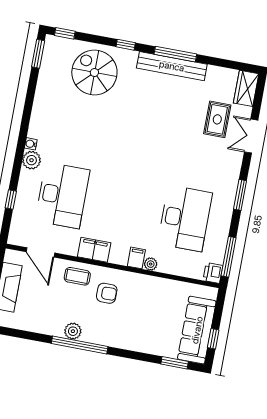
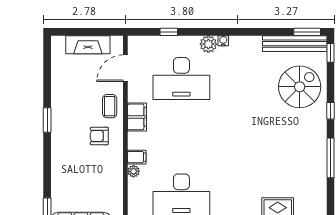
bench: (172, 66) -> (295, 44), moved, turned 90
armchair: (107, 293) -> (99, 136), turned 90
plant: (73, 331) -> (59, 111), removed
window: (80, 345) -> (47, 120), width x0.47

